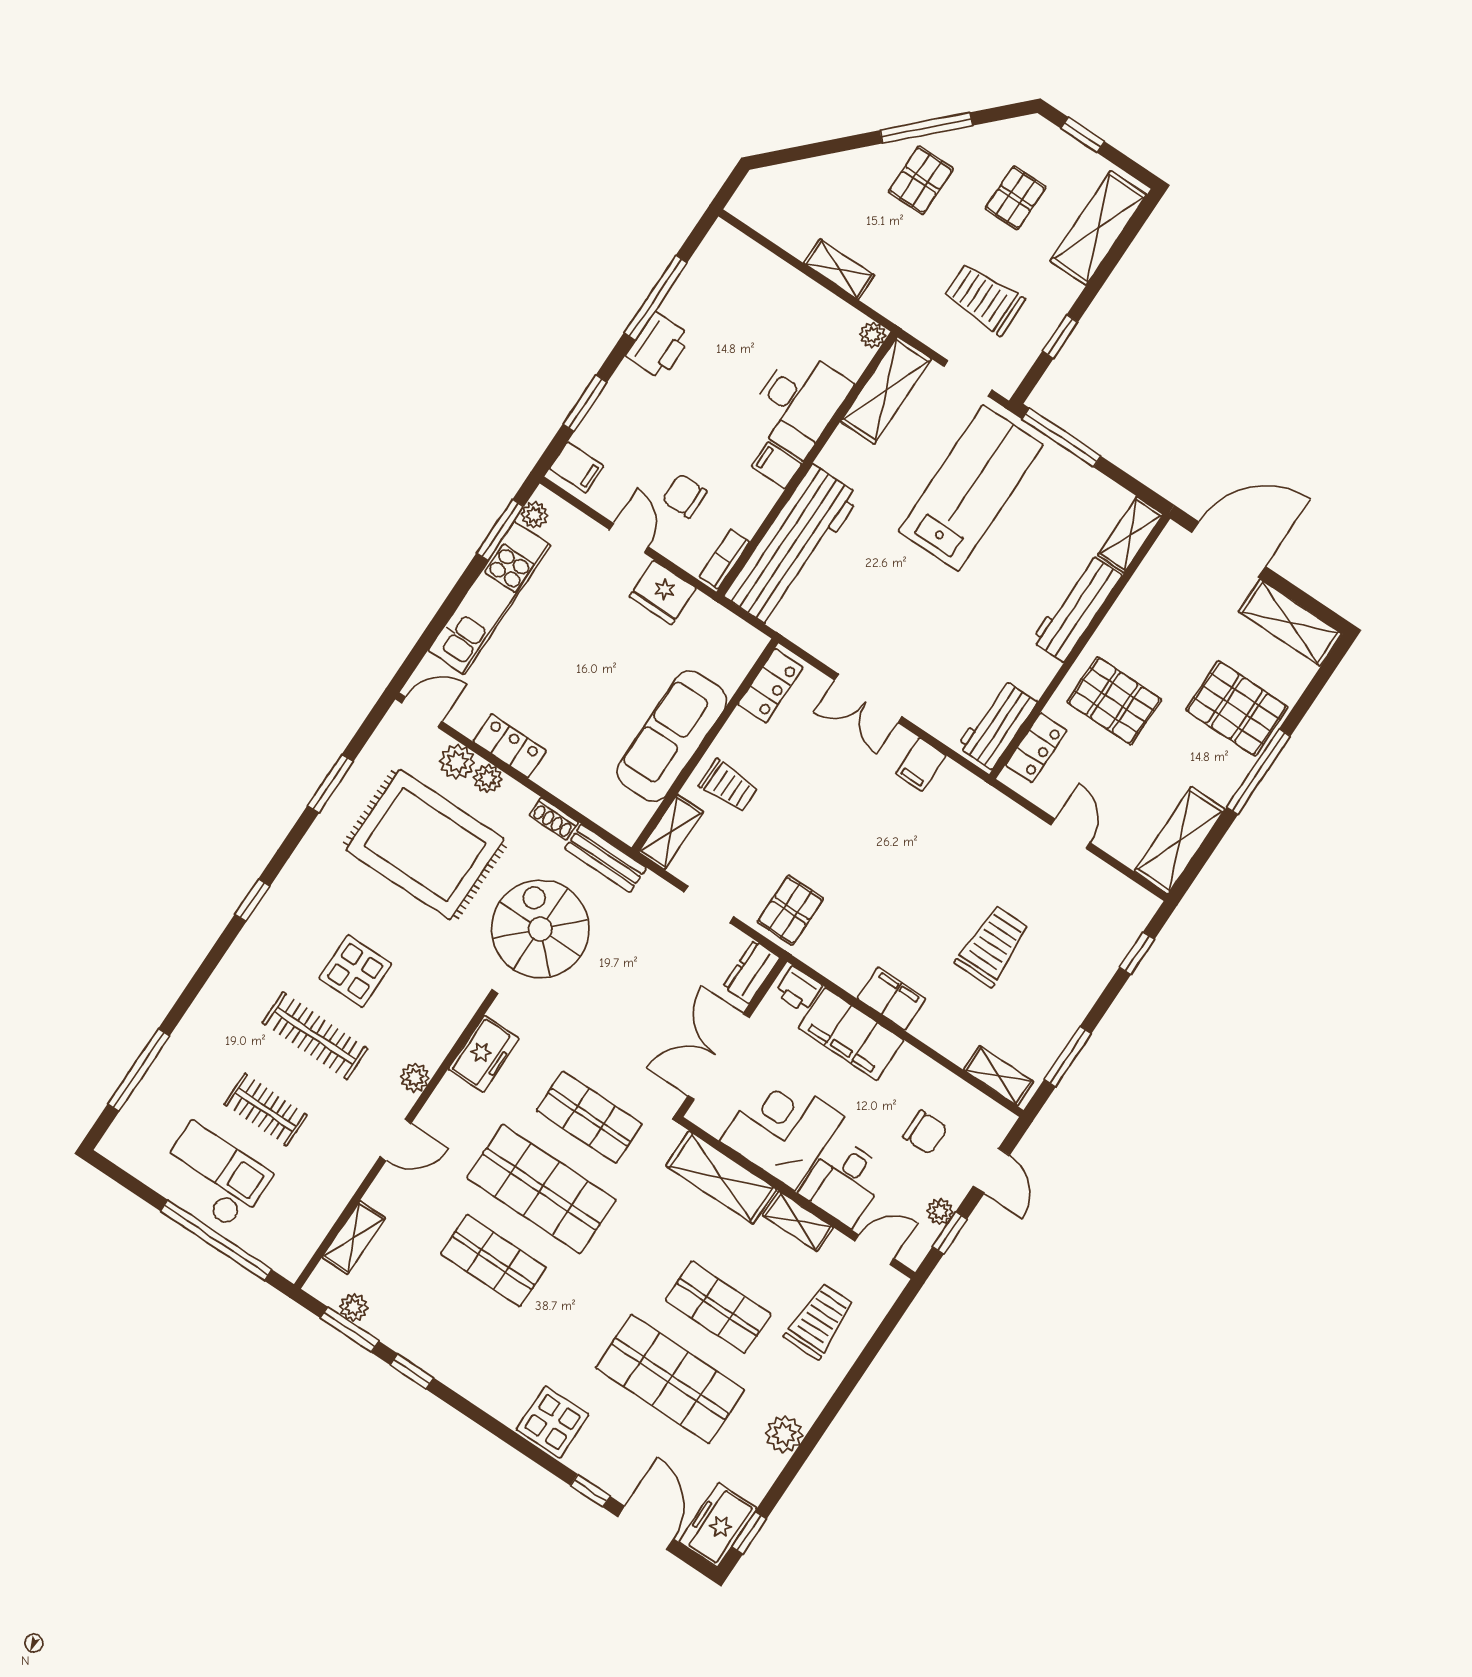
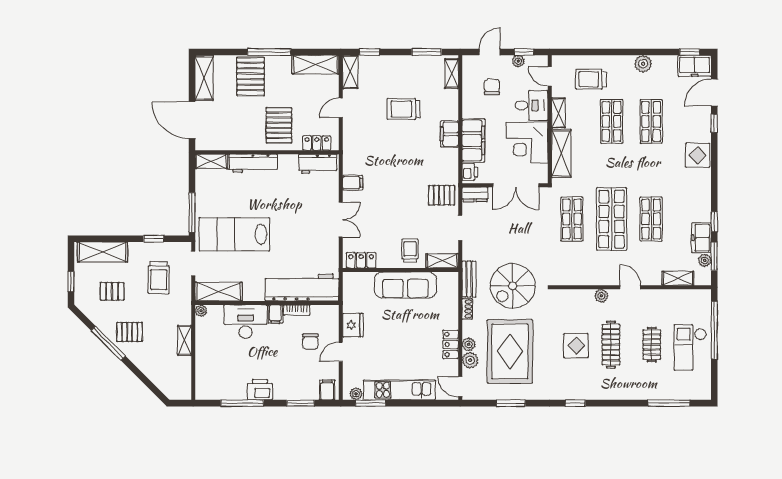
bookcase: (724, 559) -> (297, 310), moved
shelving: (1124, 894) -> (350, 72), added
freezer: (484, 1054) -> (701, 238), moved, turned -90
shop shelf: (670, 1379) -> (651, 121), width x0.70, depth x0.74

